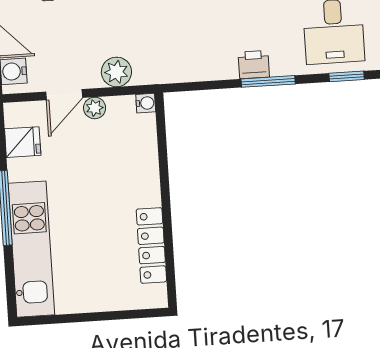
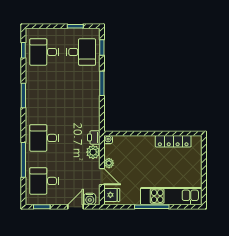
printer: (254, 65) -> (94, 137), moved
fridge: (23, 142) -> (112, 195), moved, turned 90

